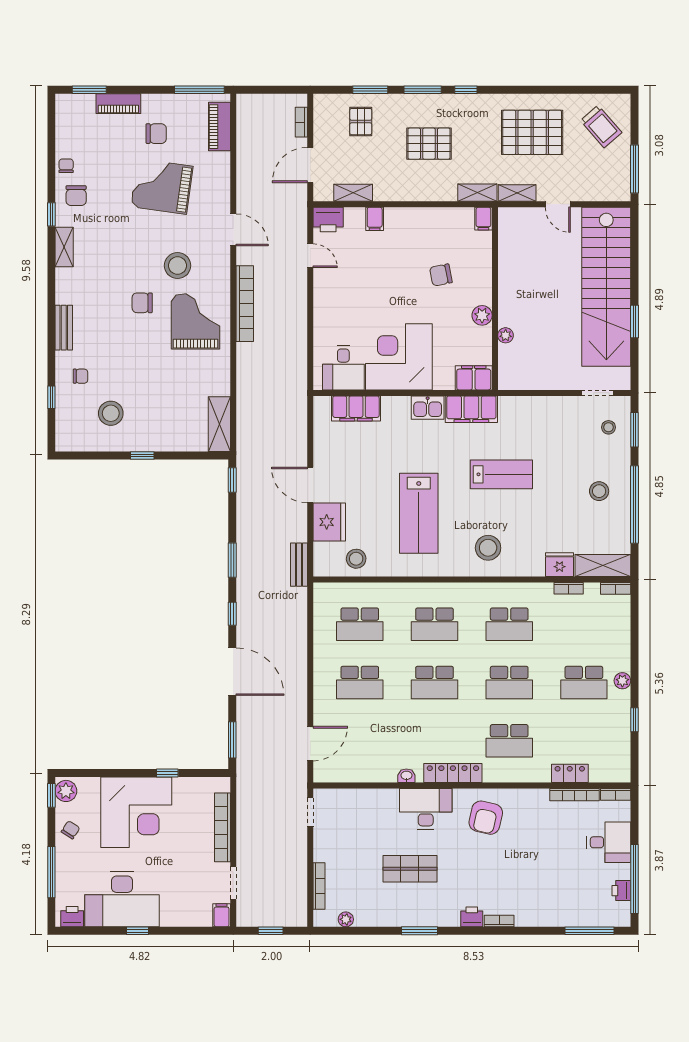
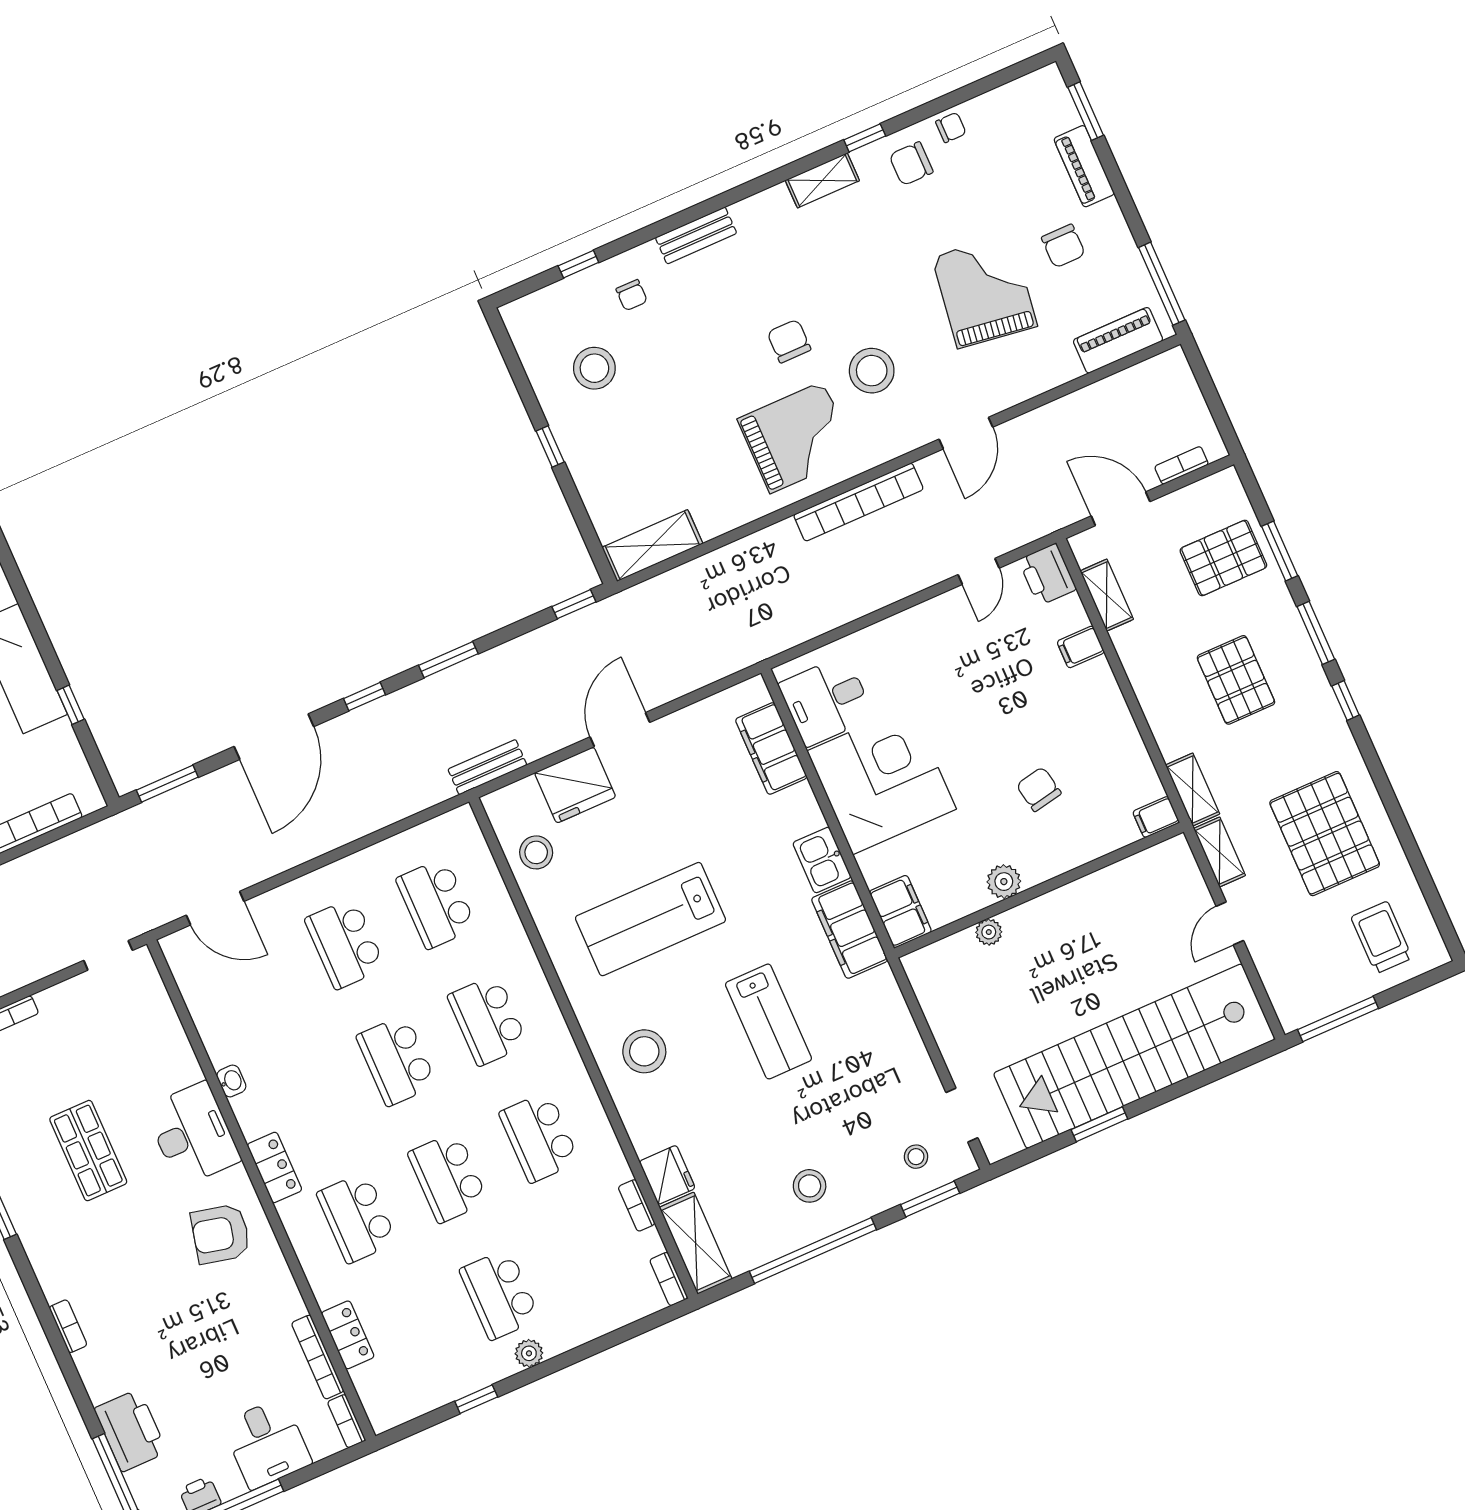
pallet: (361, 122) -> (1223, 558), width x1.50, depth x1.42
trolley: (601, 126) -> (1382, 937), turned 131
locker: (453, 773) -> (275, 1167), width x0.66
printer: (472, 917) -> (130, 1430), moved, width x1.87, depth x1.48

